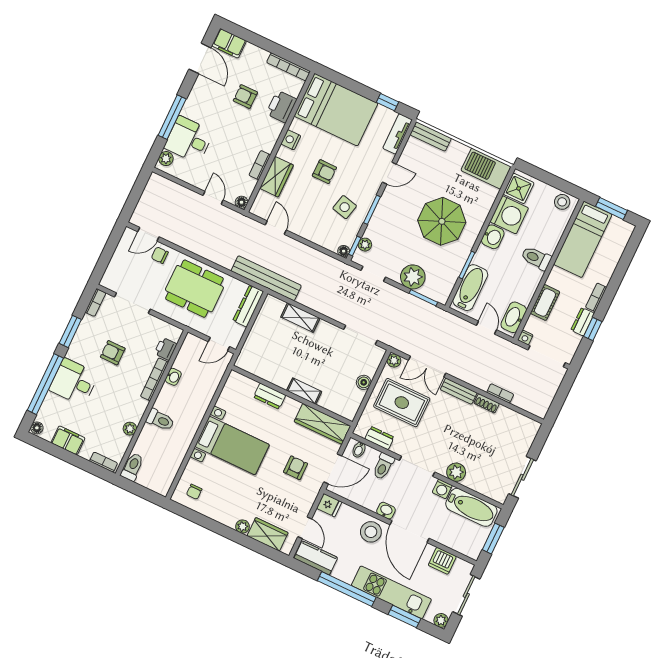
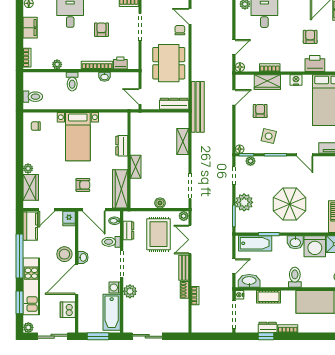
armchair: (324, 172) -> (260, 111), moved, turned 180
toilet: (132, 467) -> (33, 97), moved

